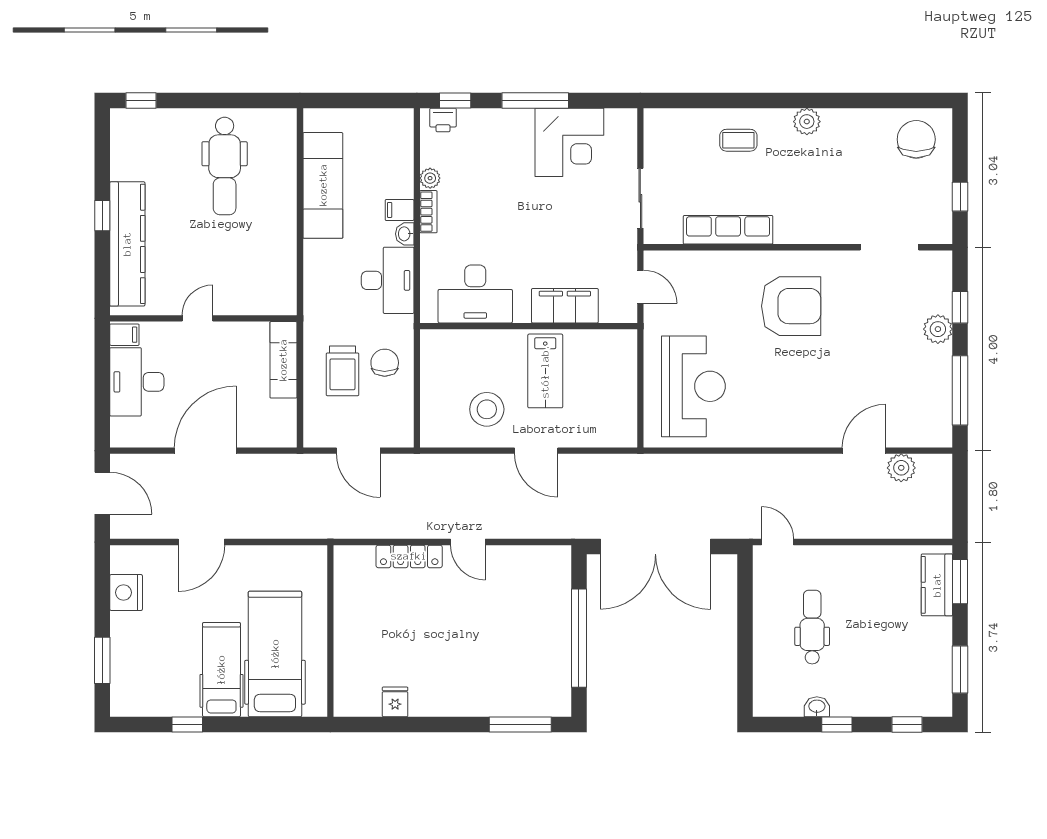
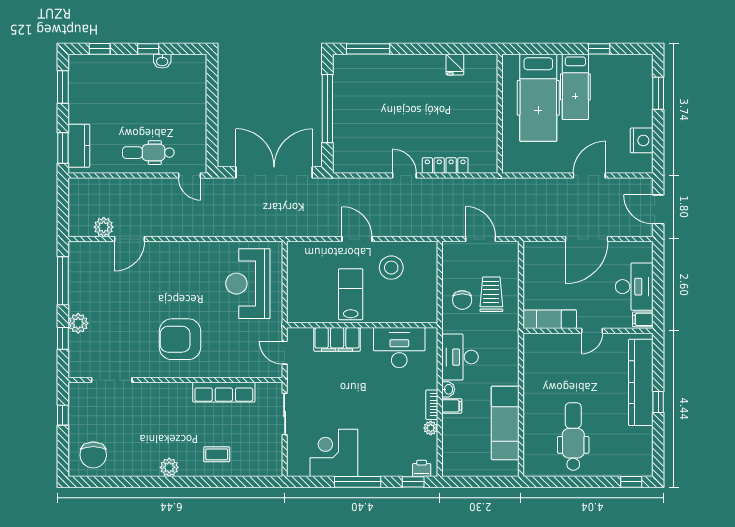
exam couch: (283, 360) -> (550, 319), moved, turned -90
dental chair: (812, 627) -> (148, 153), moved, turned 90

